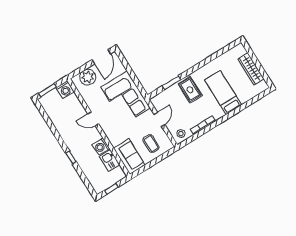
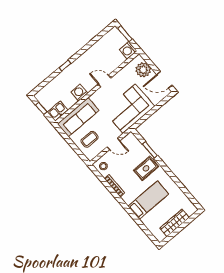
door: (93, 119) -> (105, 81), hinge flipped
sofa: (129, 157) -> (78, 117), width x1.36
kitchen sink: (110, 161) -> (58, 111), moved

